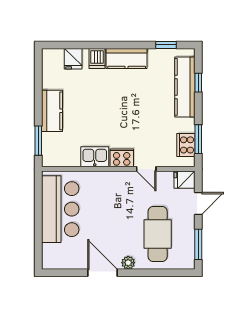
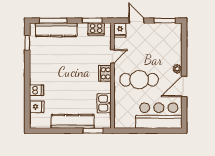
kitchen counter: (127, 58) -> (37, 70), removed
window: (198, 83) -> (53, 21), width x2.17
kitchen counter: (52, 111) -> (73, 121), width x1.50
kitchen sink: (95, 157) -> (104, 103), moved
bar counter: (60, 209) -> (159, 116), moved
cafe table: (158, 234) -> (139, 80), moved

